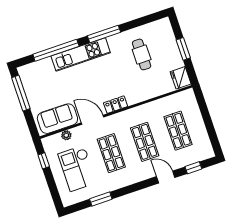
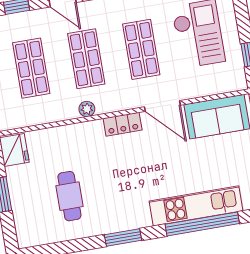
window: (104, 34) -> (123, 237), width x0.69
kitchen unit: (81, 54) -> (196, 206), moved
plant: (66, 135) -> (87, 109), moved

